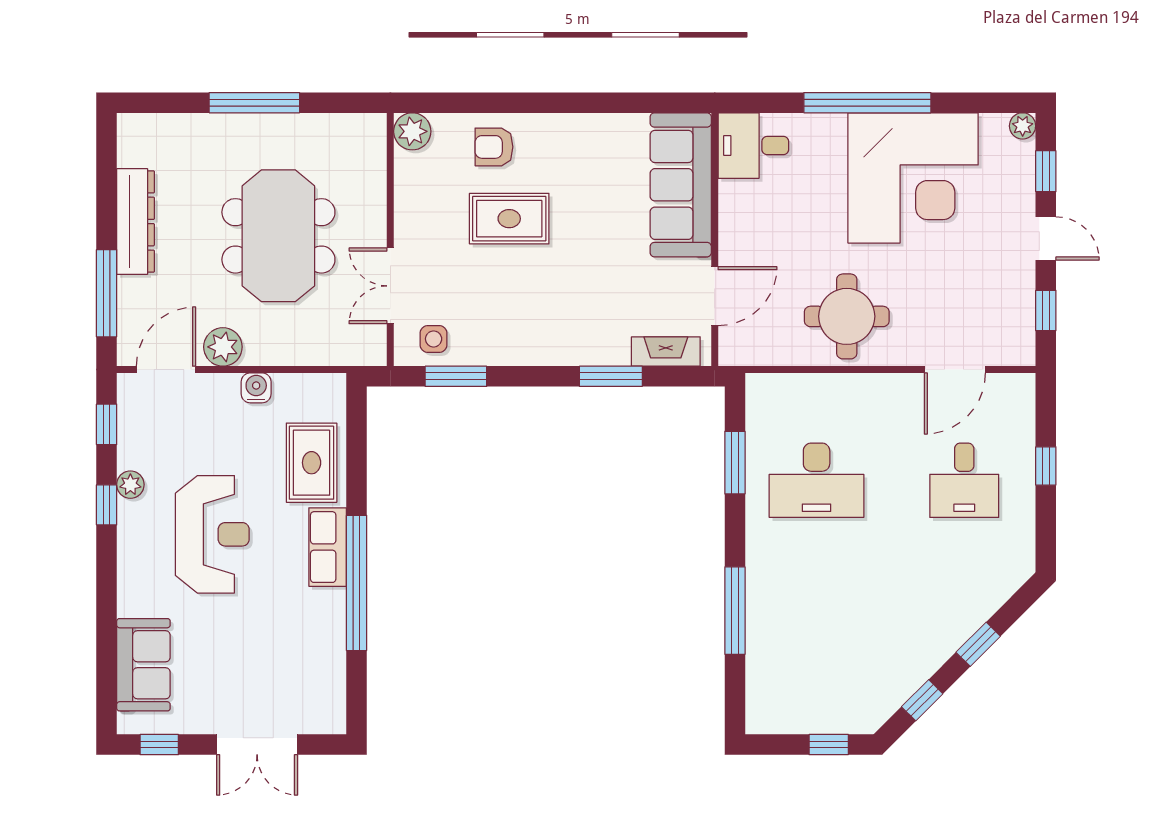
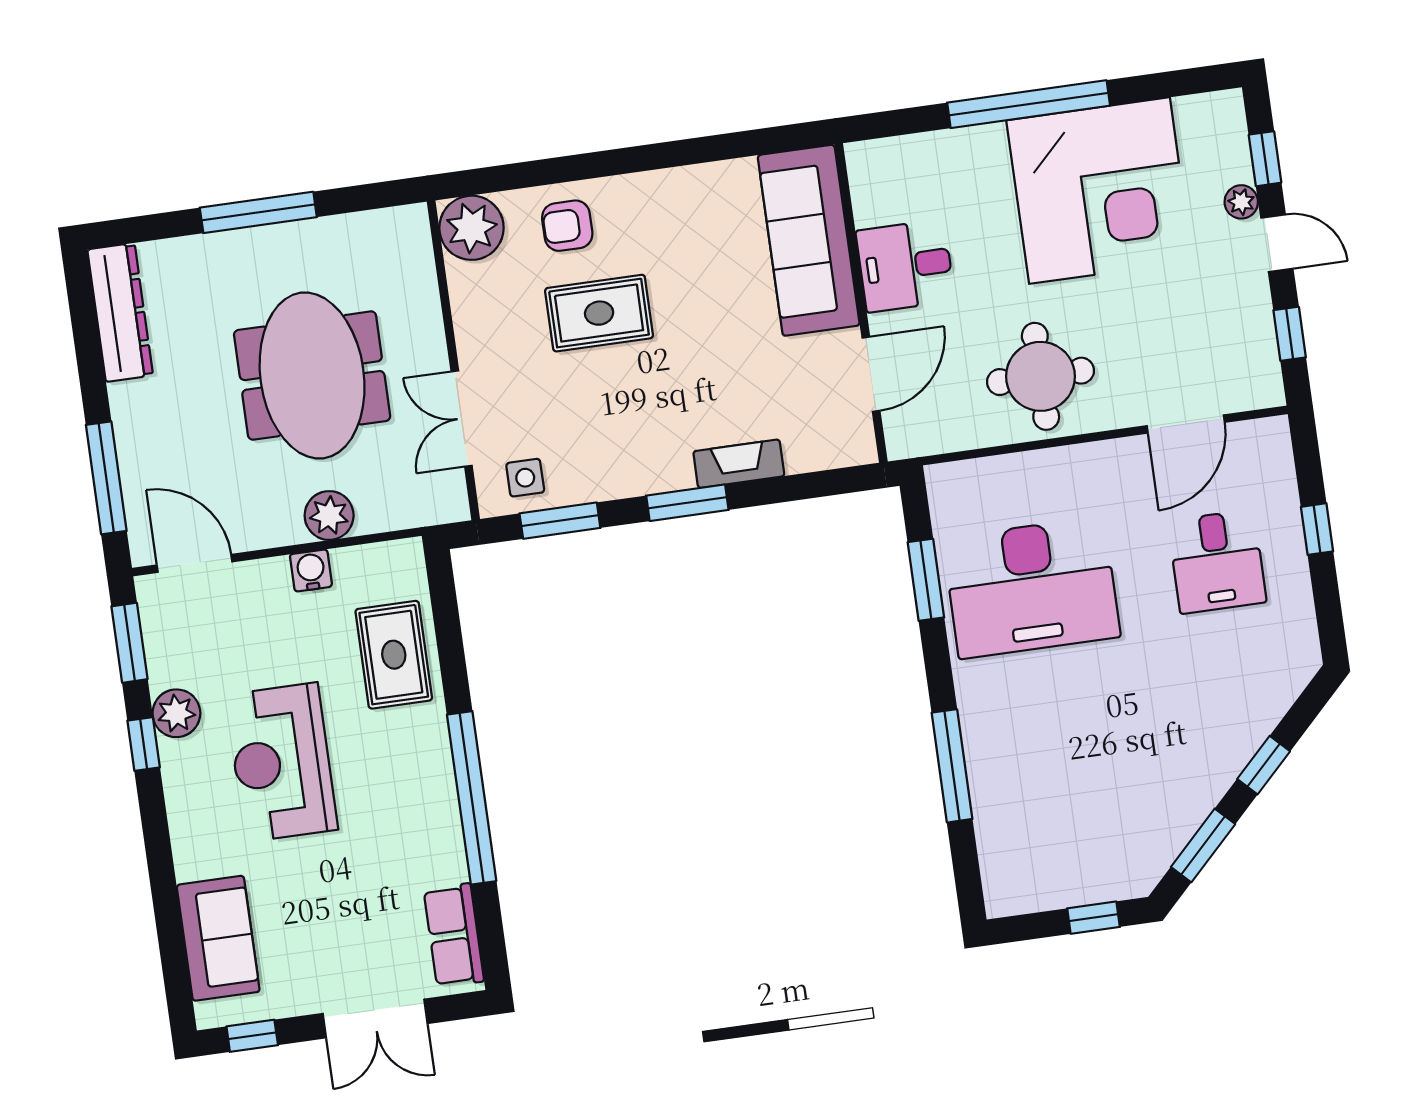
plant: (1023, 126) -> (1241, 202), moved
plant: (412, 131) -> (472, 228), width x1.36, depth x1.36
desk: (753, 146) -> (905, 266), moved
dresser: (136, 221) -> (120, 312), moved
plant: (223, 347) -> (329, 515), moved
fireplace: (666, 351) -> (739, 464), moved
door: (166, 370) -> (194, 563), hinge flipped
window: (611, 376) -> (687, 503), moved
window: (107, 424) -> (129, 643), width x1.50
desk: (817, 480) -> (1031, 588), width x1.36, depth x1.30
plant: (130, 485) -> (176, 713), width x1.38, depth x1.38
reception desk: (212, 534) -> (282, 762), turned 180
row of seats: (328, 547) -> (454, 935), moved
window: (922, 700) -> (1203, 845), width x1.50

